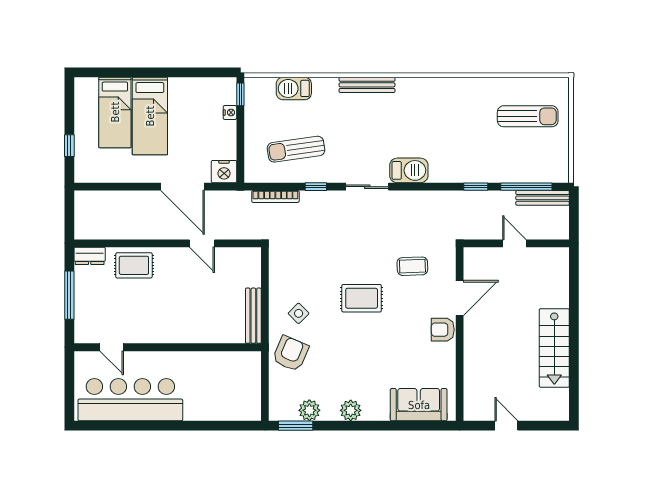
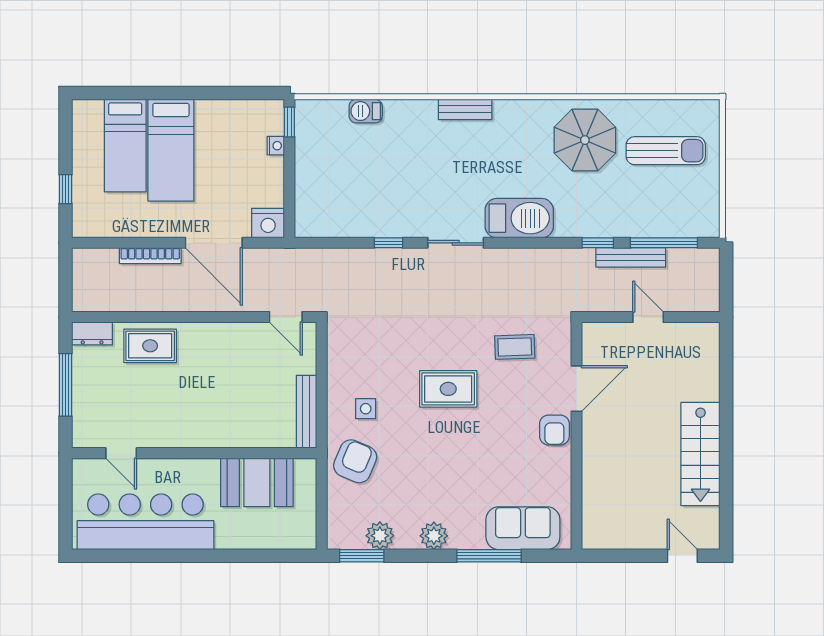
bench: (367, 85) -> (465, 109), width x0.73
barbecue: (294, 88) -> (366, 111), width x0.73, depth x0.79
parasol: (466, 108) -> (585, 140), added
sun lounger: (296, 149) -> (362, 194), removed
barbecue: (409, 170) -> (519, 218), width x1.37, depth x1.21
bookcase: (275, 196) -> (150, 256), moved
bench: (543, 198) -> (631, 257), moved
door: (202, 243) -> (286, 317), moved
side table: (299, 313) -> (366, 409), turned 45
armchair: (443, 330) -> (554, 430), turned -90
booth: (215, 370) -> (257, 482), added
window: (393, 426) -> (489, 556), added
door: (506, 426) -> (682, 556), moved

